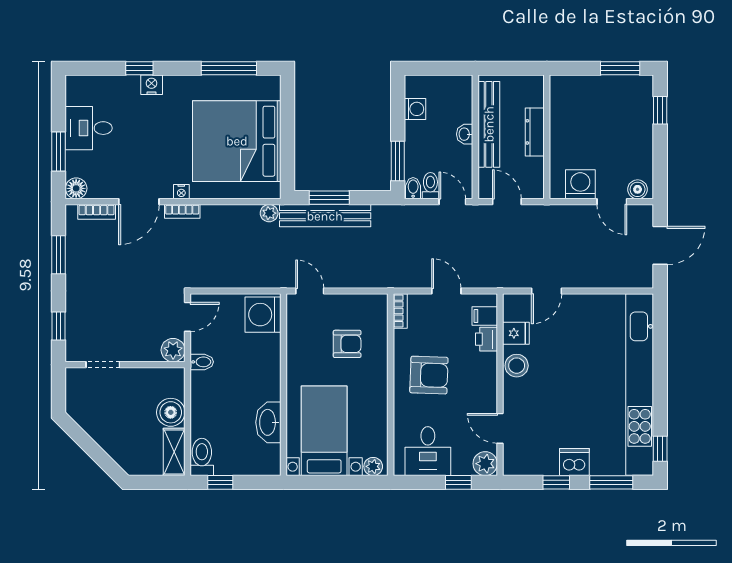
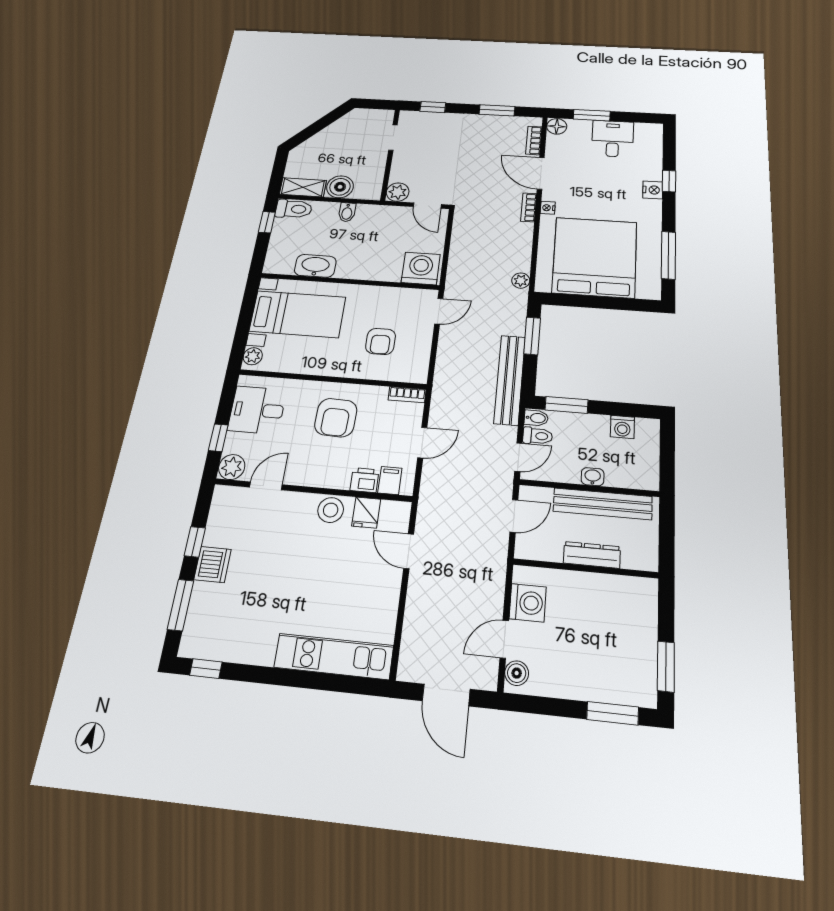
window: (660, 110) -> (613, 713), width x1.50
bench: (325, 216) -> (510, 380), moved
bidet: (202, 362) -> (347, 212), moved
kitchen unit: (640, 385) -> (334, 656), width x0.54

